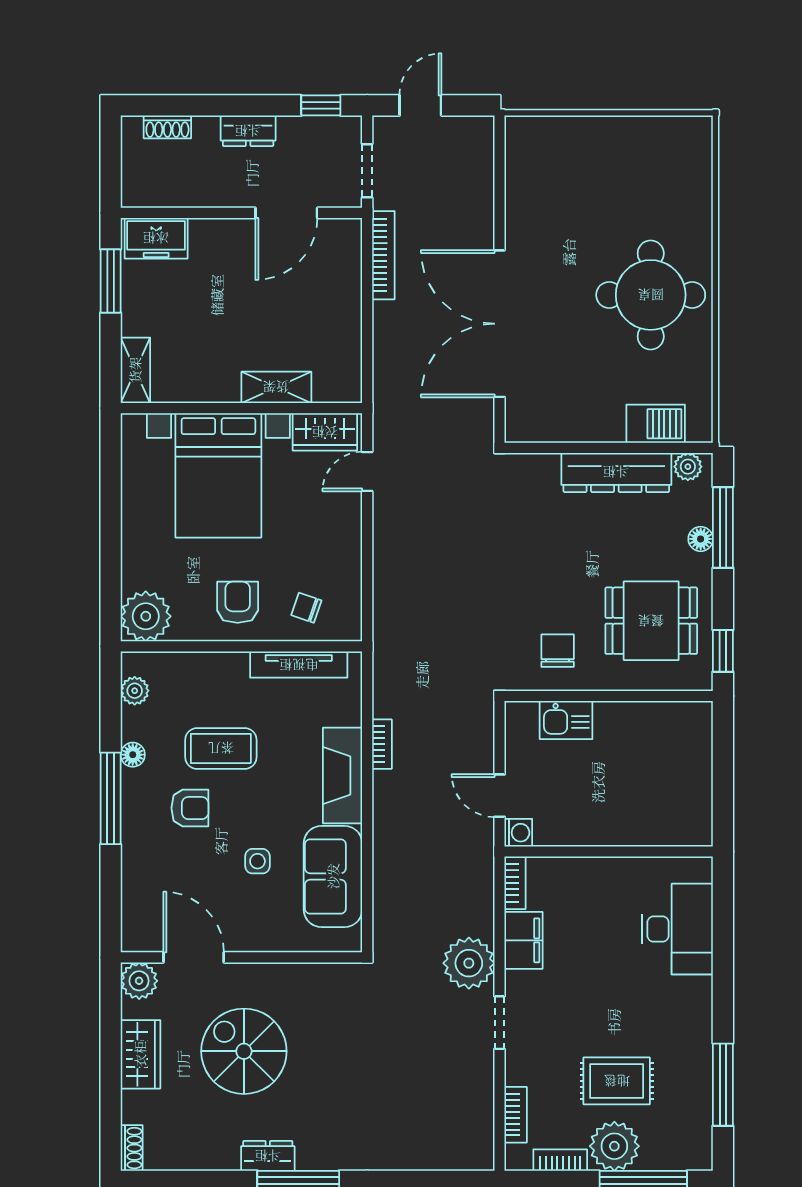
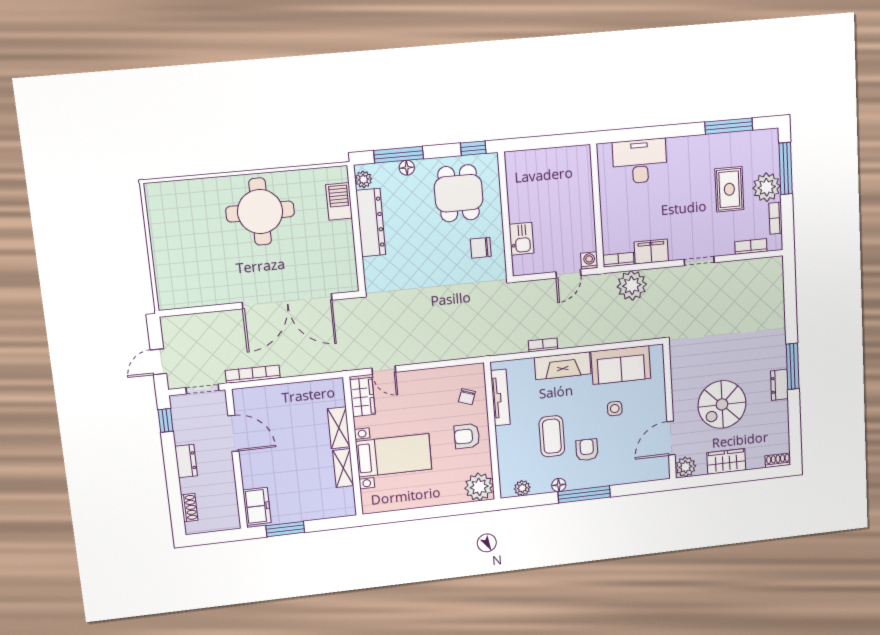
door: (420, 105) -> (158, 362), hinge flipped
shelving: (135, 370) -> (343, 468), moved, turned 90
bed with nightstands: (218, 475) -> (394, 455), width x0.73
plant: (469, 963) -> (632, 285), moved

